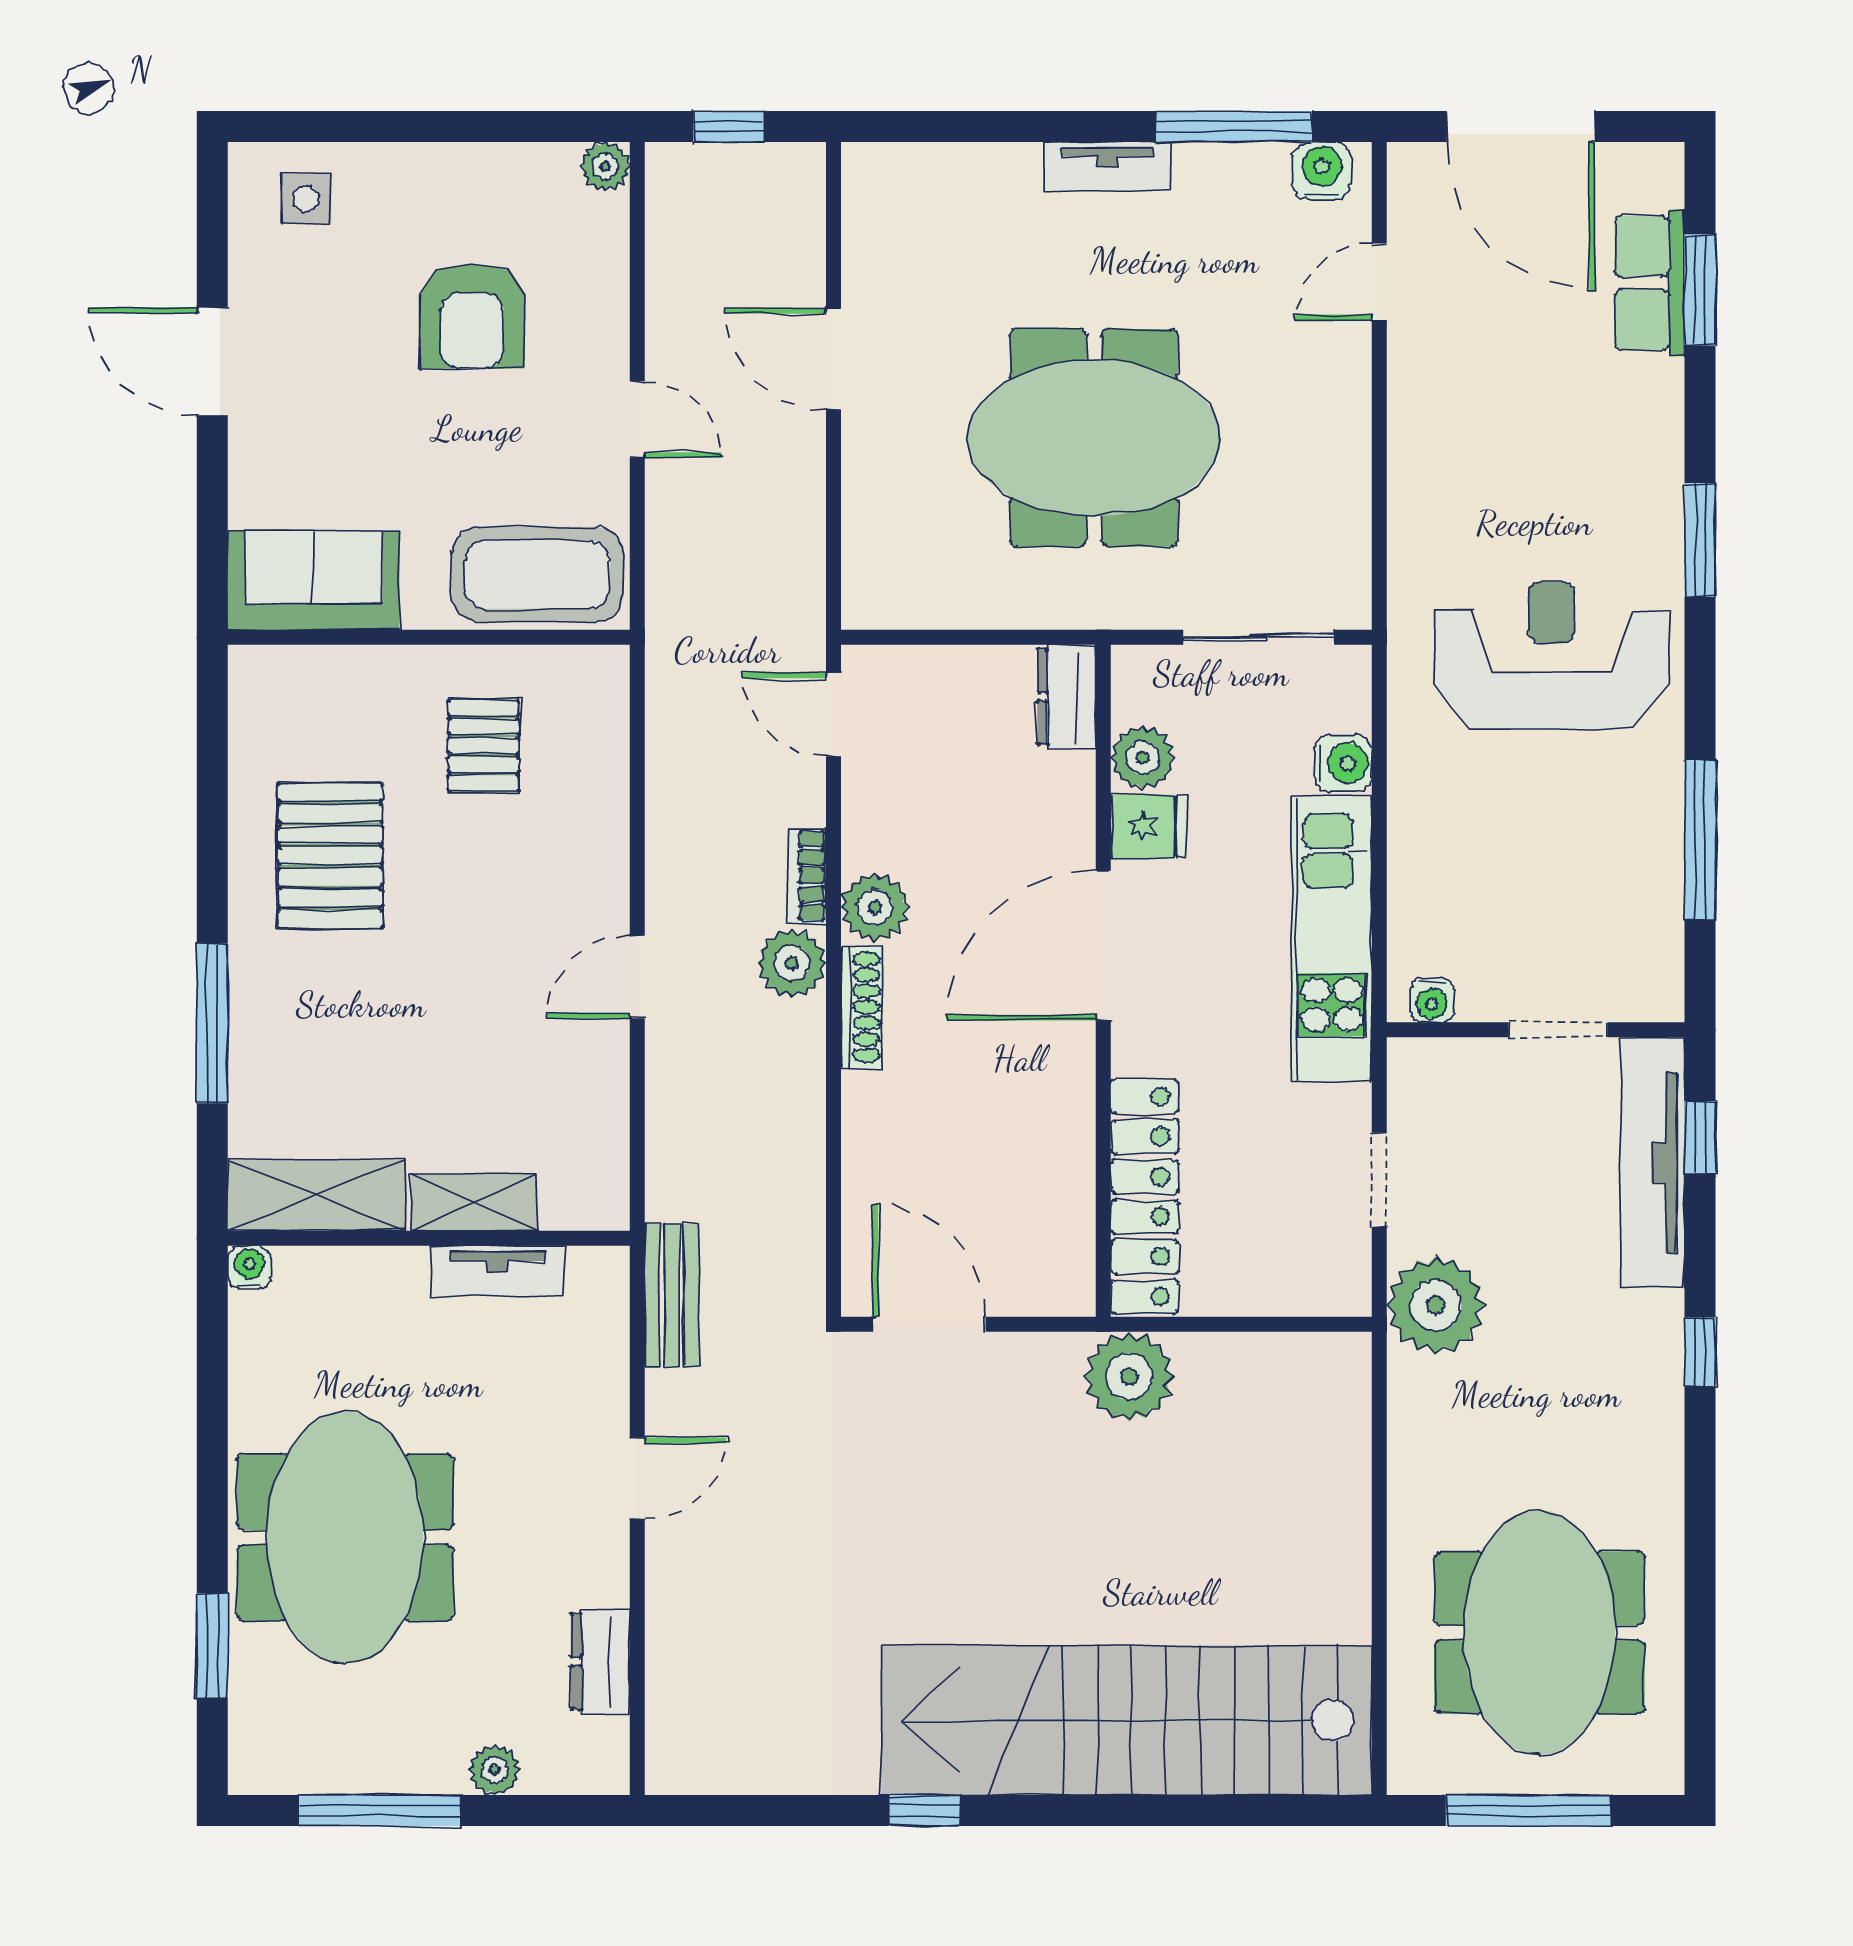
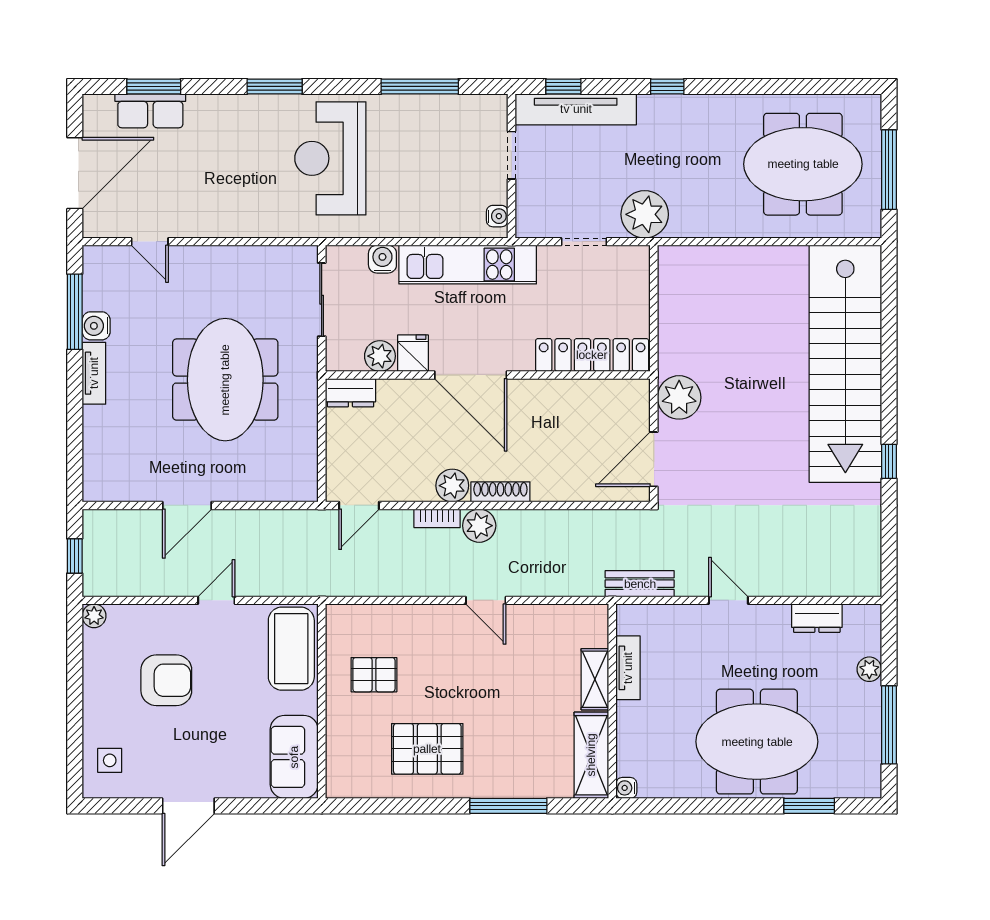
water cooler: (1322, 171) -> (96, 326), moved
plant: (1129, 1377) -> (679, 397), moved

